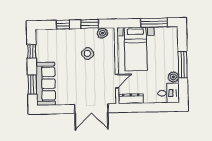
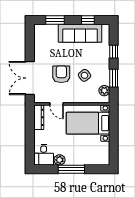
window: (154, 23) -> (114, 142), removed
armchair: (87, 77) -> (61, 74), added
sofa: (46, 84) -> (80, 33), moved

